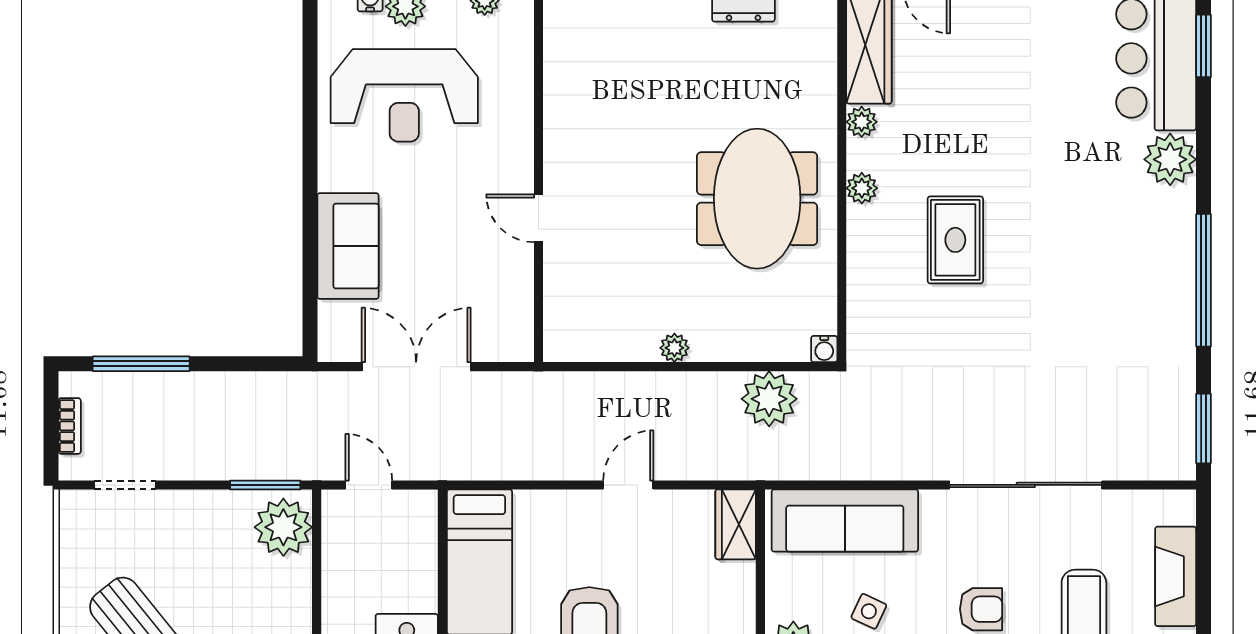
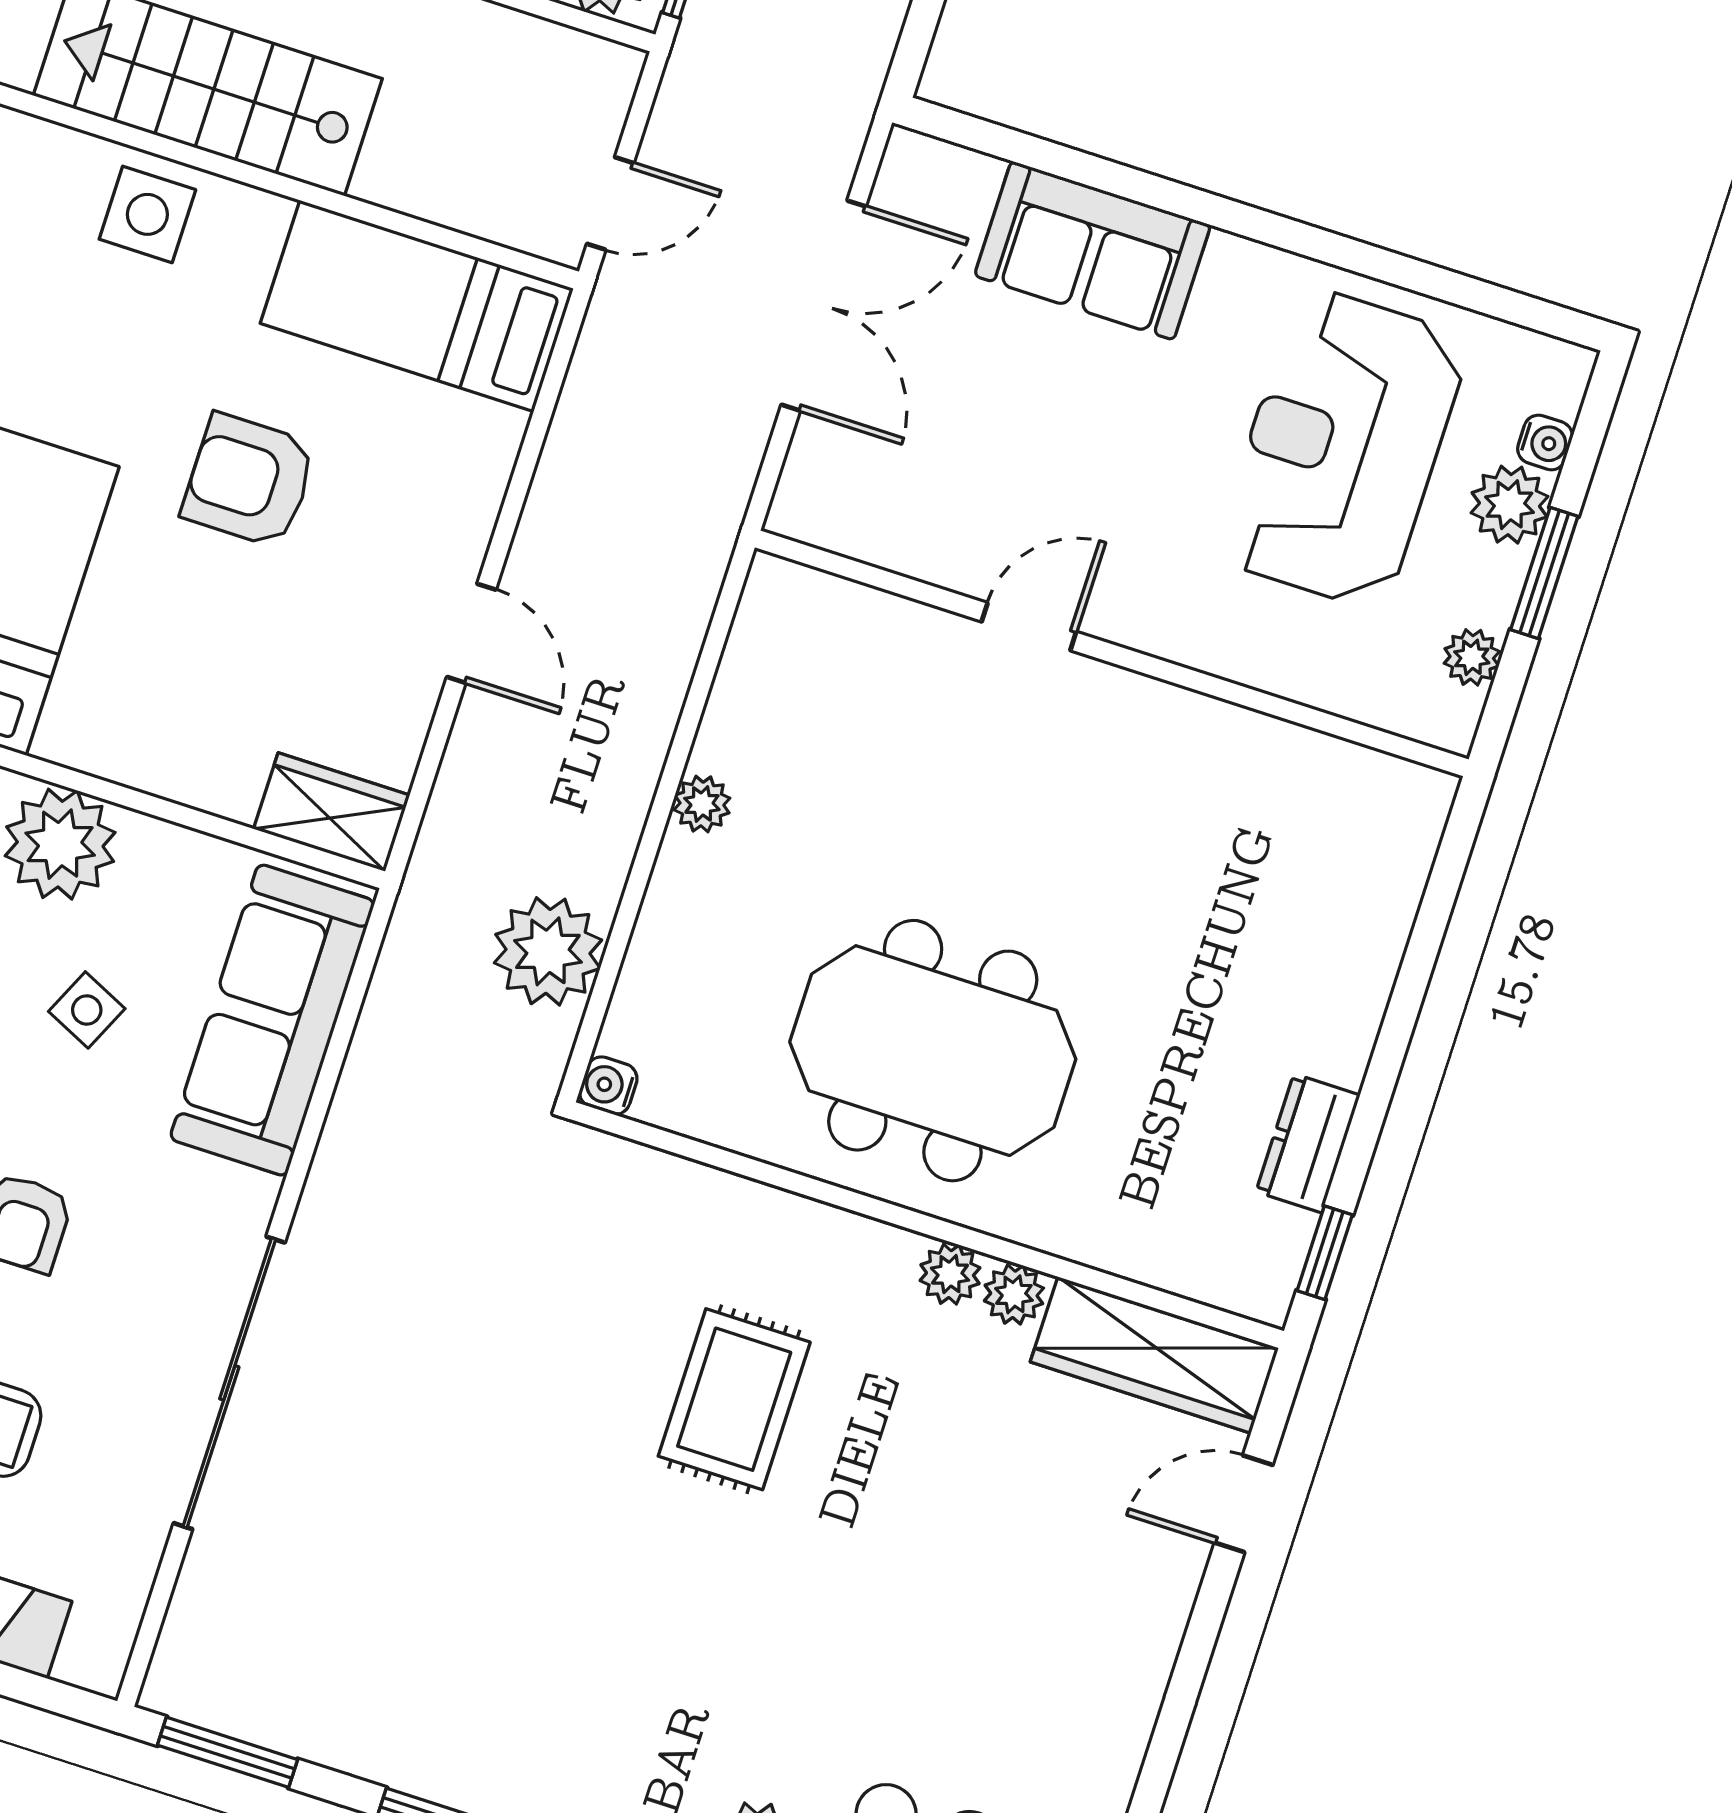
plant: (862, 188) -> (950, 1274), moved
rug: (955, 240) -> (734, 1399), turned 90
door: (369, 485) -> (610, 203), moved

